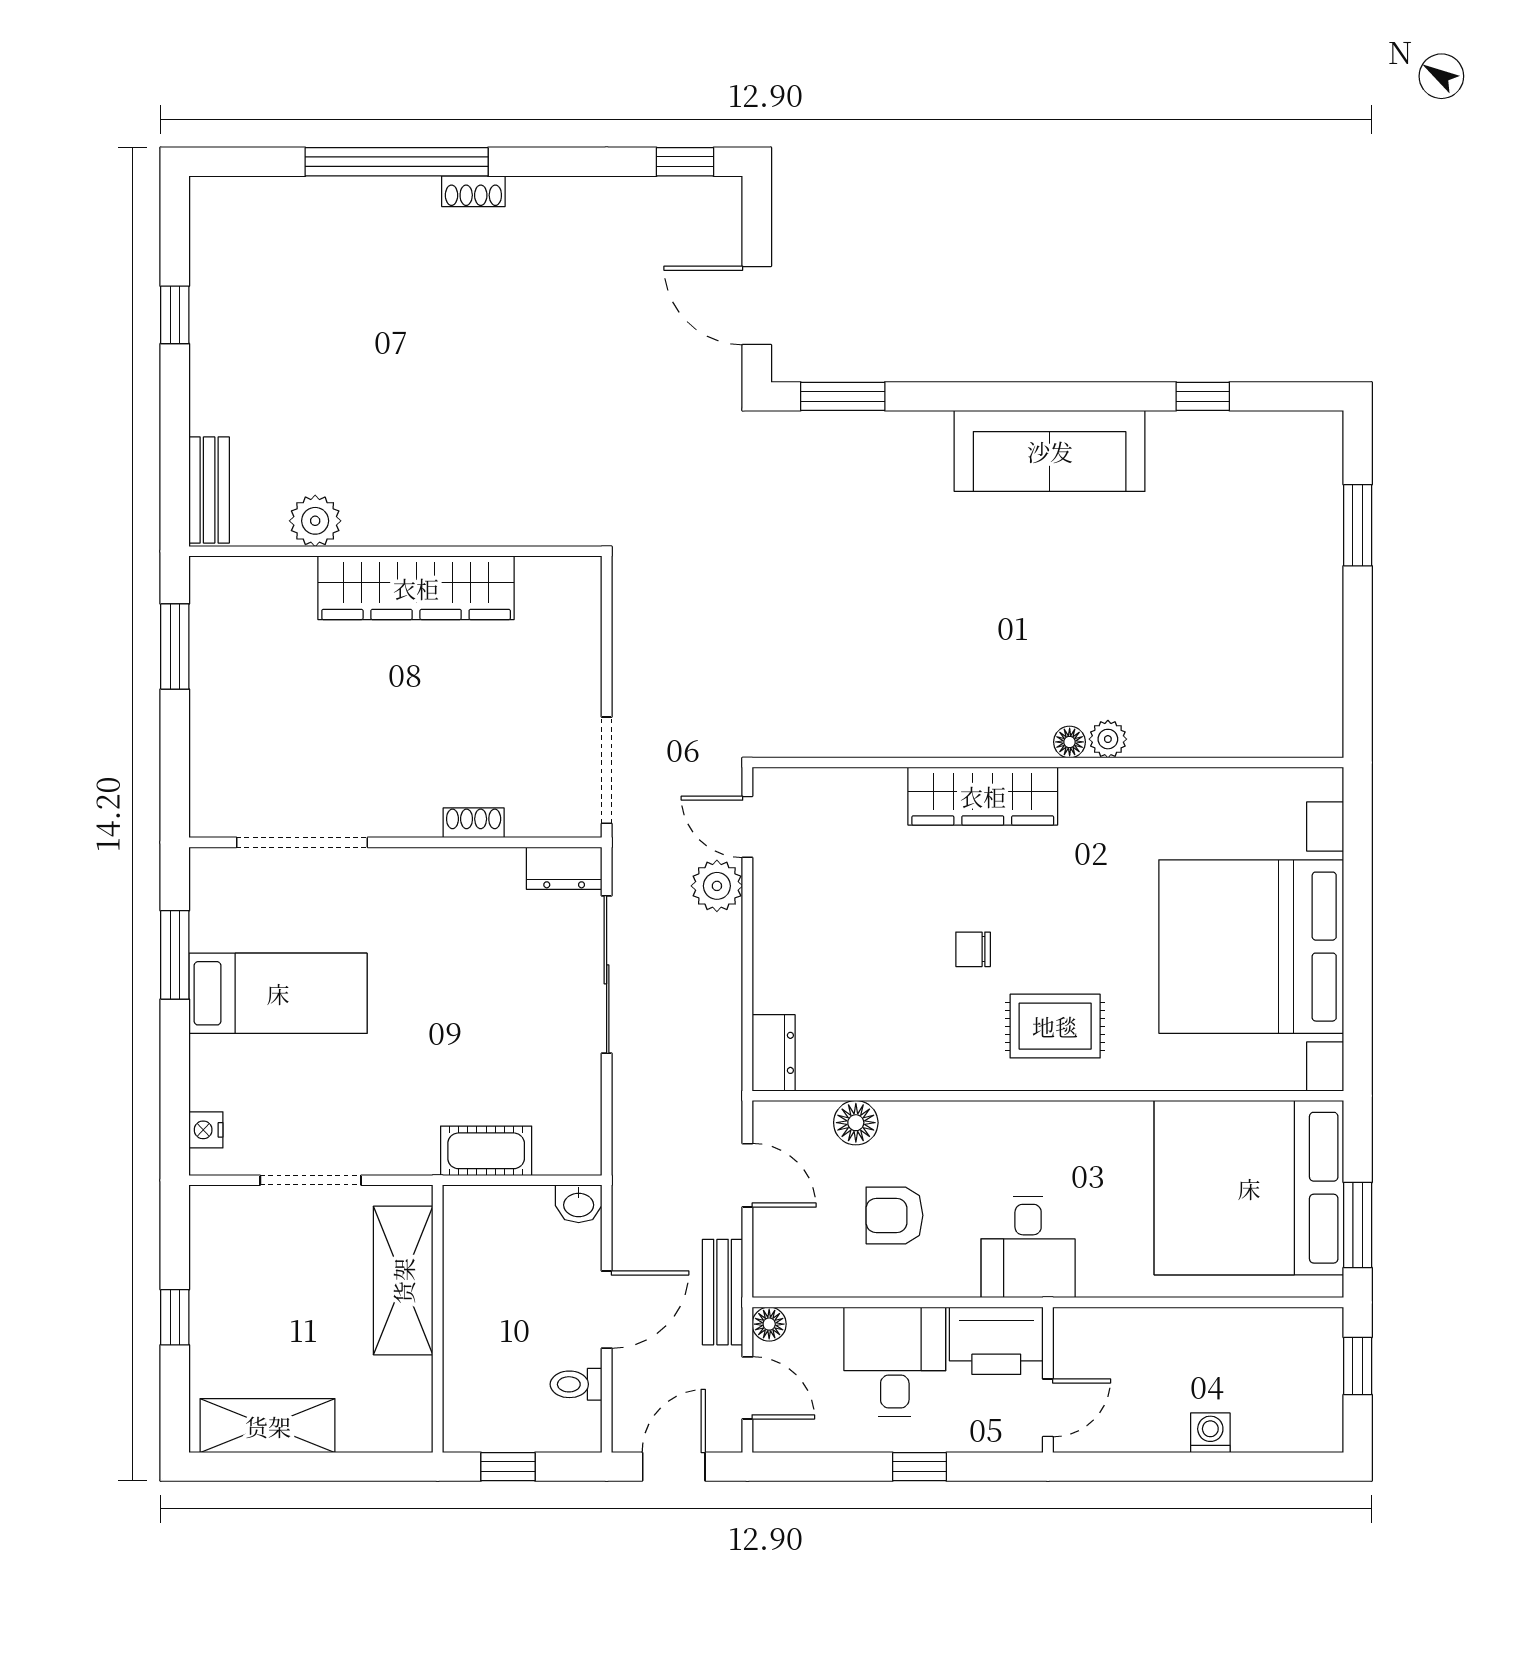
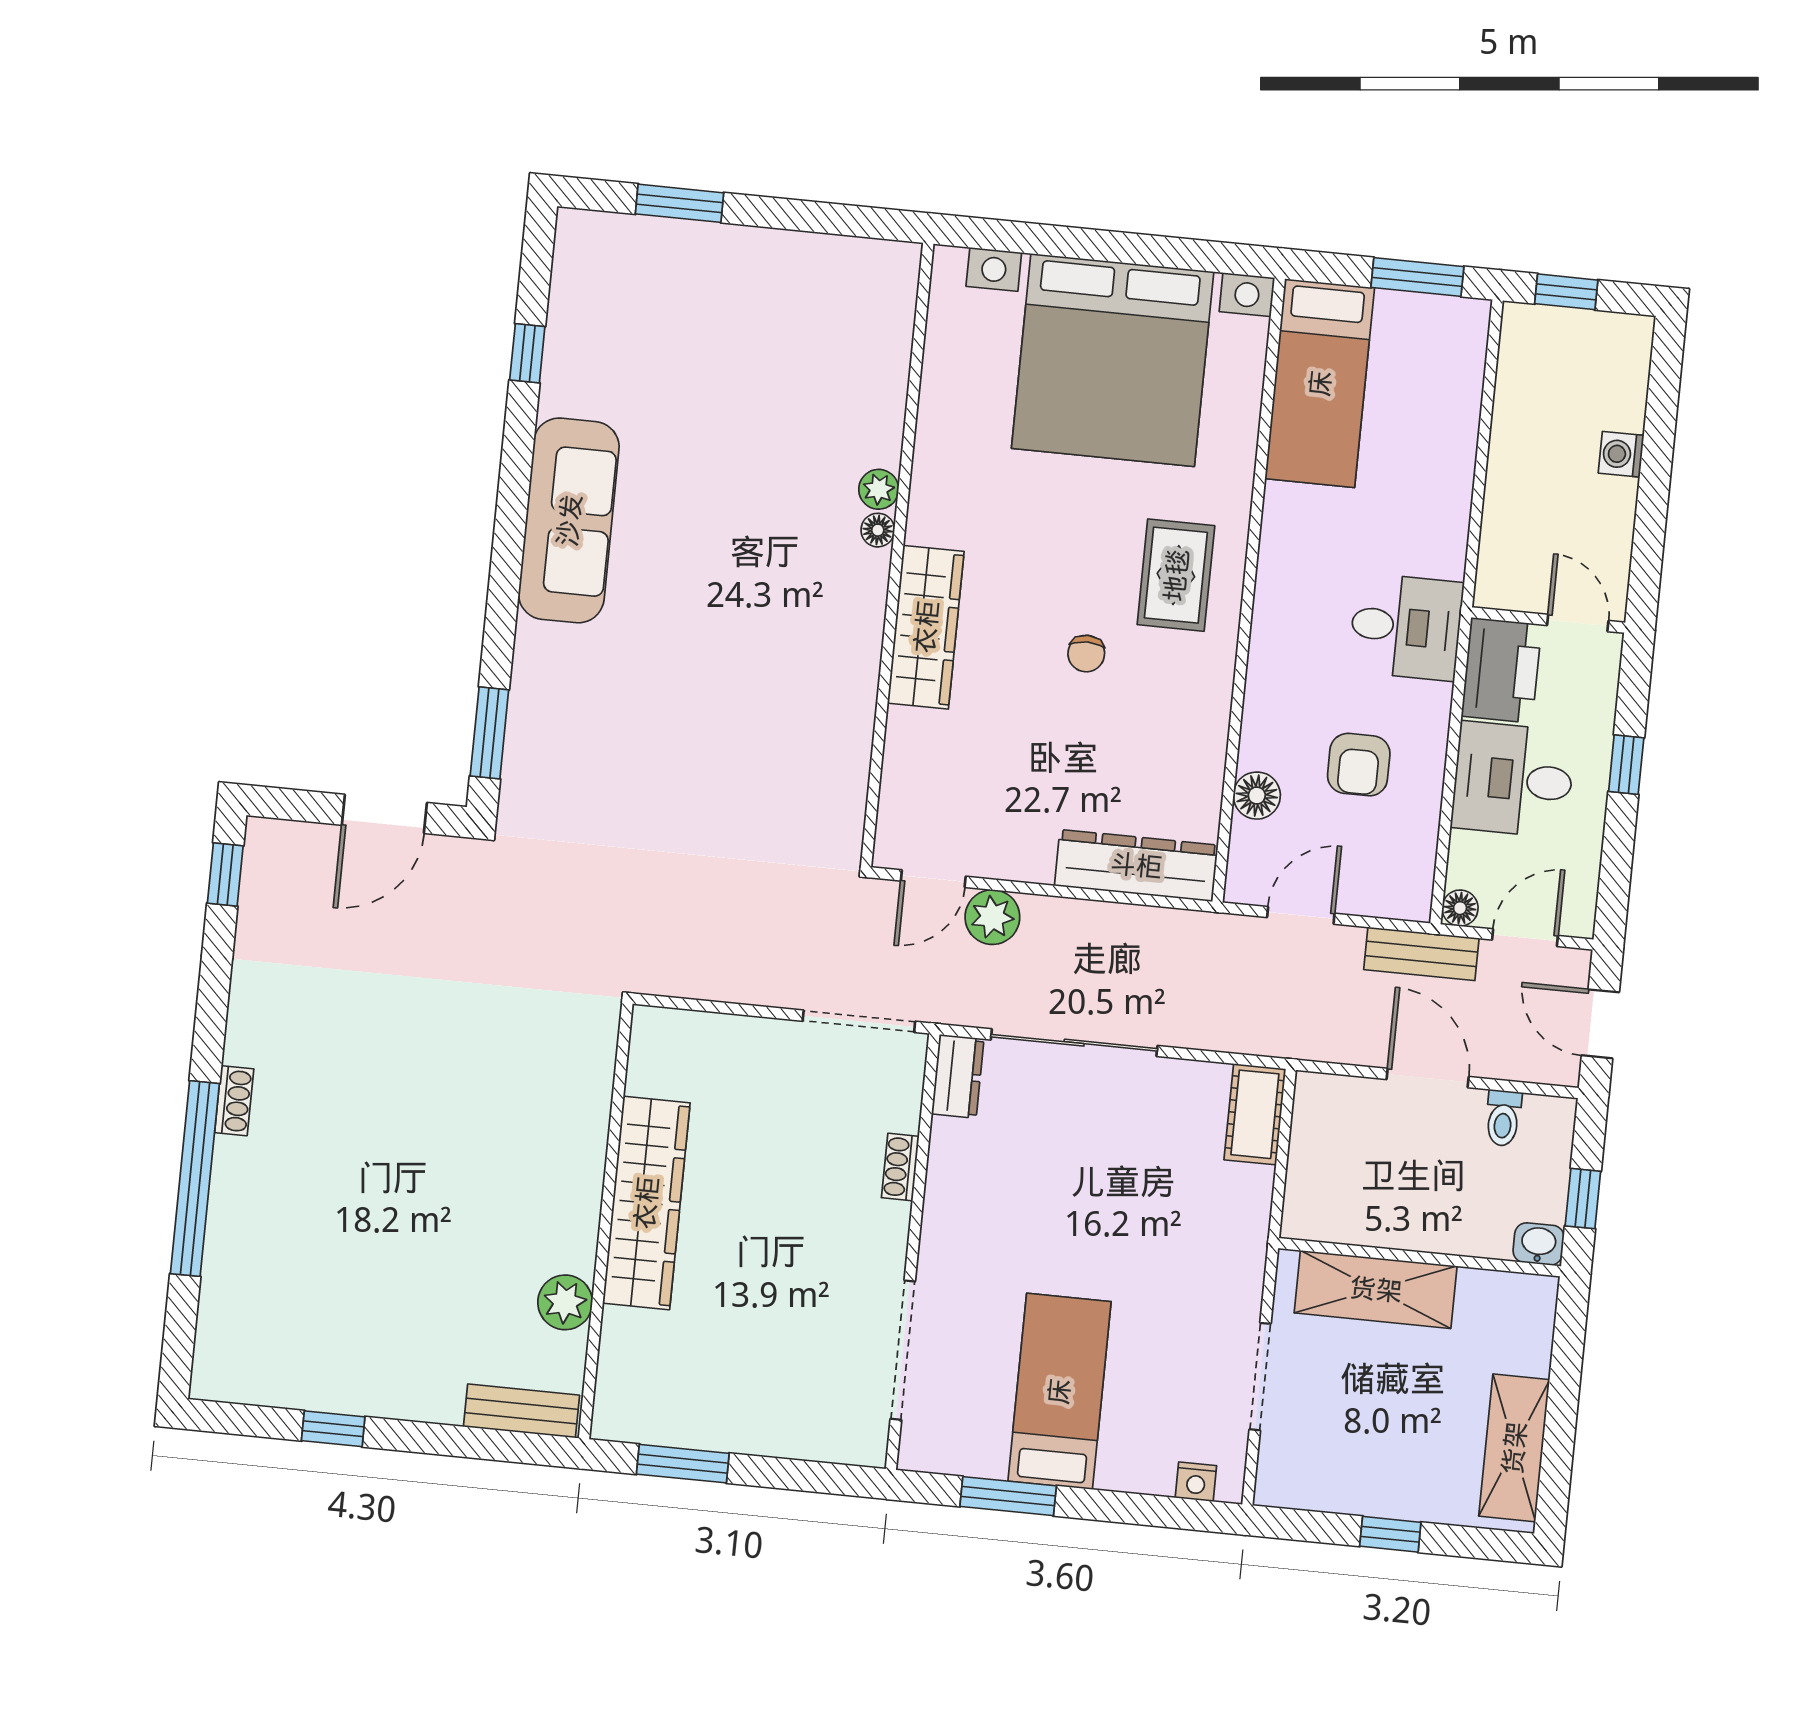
dresser: (774, 1053) -> (1136, 865), width x1.96, depth x1.24
cot: (486, 1151) -> (1255, 1114), moved
bed: (1249, 1188) -> (1320, 383), width x0.49
washbasin: (579, 1204) -> (1539, 1244), moved, turned -90

